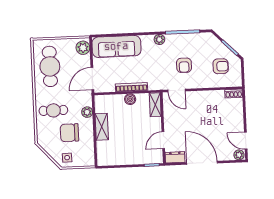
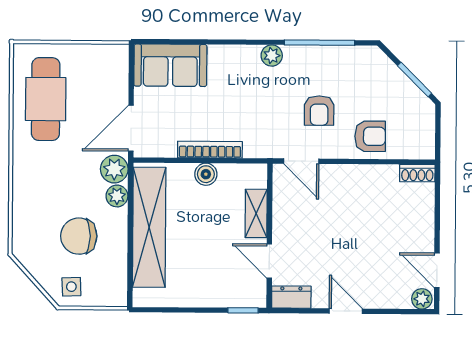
sofa: (116, 46) -> (170, 65), width x0.73
plant: (83, 48) -> (114, 169), moved
armchair: (221, 66) -> (370, 136), moved
shelving: (155, 105) -> (256, 213), moved
cafe table: (53, 110) -> (48, 189), removed
shelving: (102, 127) -> (149, 227), width x2.20, depth x1.33
door: (163, 140) -> (269, 261), hinge flipped
door: (202, 163) -> (346, 311), width x0.53

